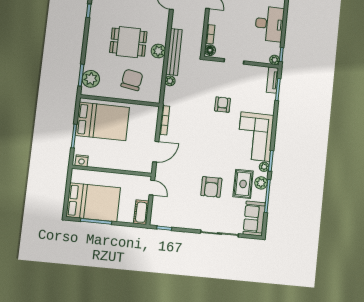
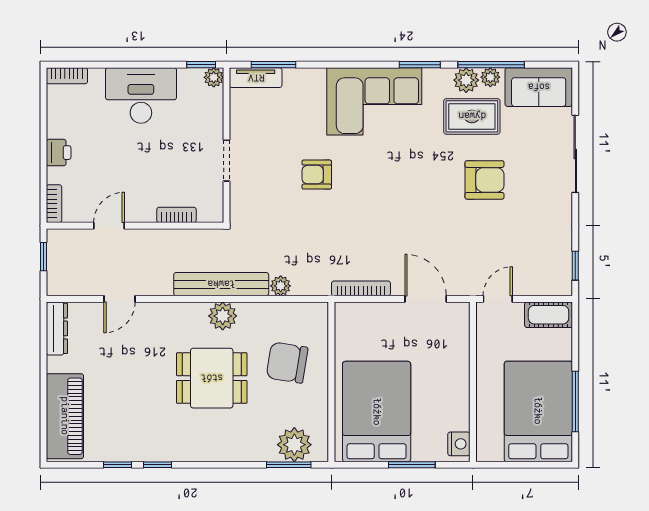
dining table: (128, 42) -> (212, 378), turned 90
floor lamp: (210, 50) -> (209, 212), removed
plant: (264, 167) -> (490, 77), moved

